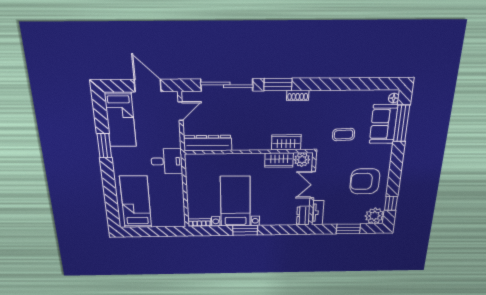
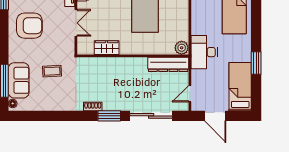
wardrobe: (286, 142) -> (101, 64), removed
plant: (302, 160) -> (182, 48), moved
desk: (167, 161) -> (204, 52), width x1.37

